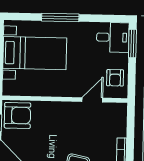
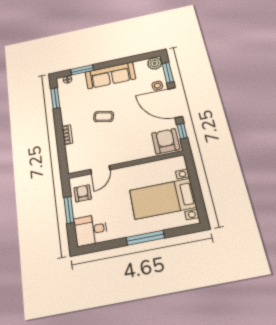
window: (132, 44) -> (69, 210), moved
armchair: (17, 115) -> (166, 141), turned 90

